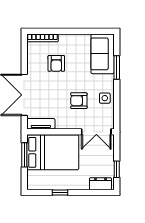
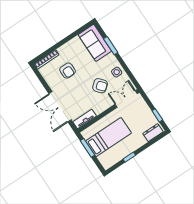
armchair: (79, 101) -> (100, 86), turned -130
double door: (96, 132) -> (126, 99), swing flipped
bed: (53, 152) -> (109, 137), width x0.67

